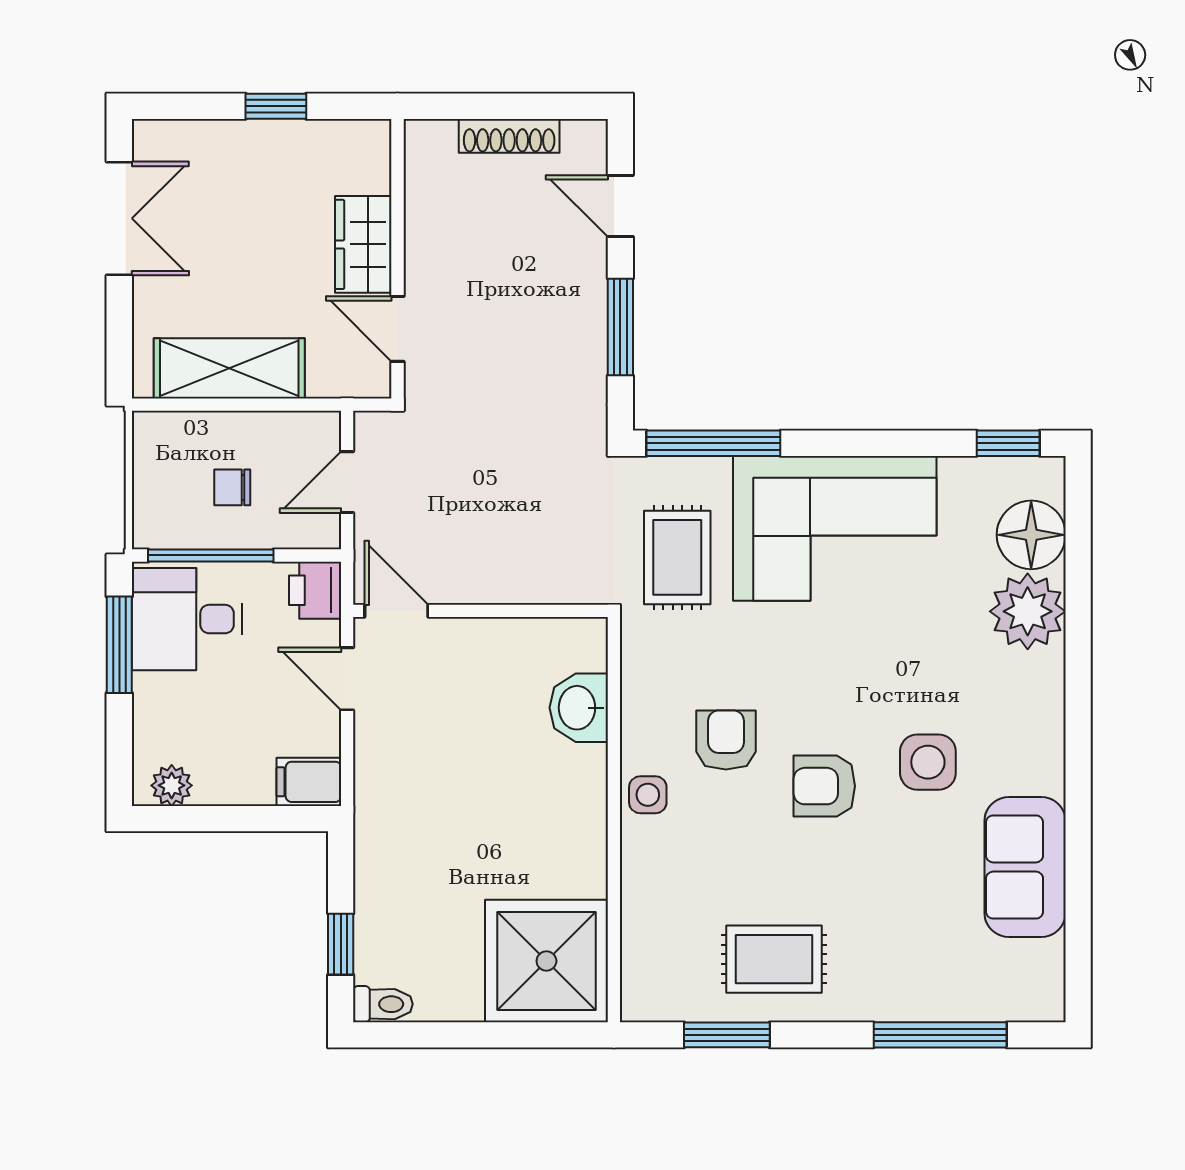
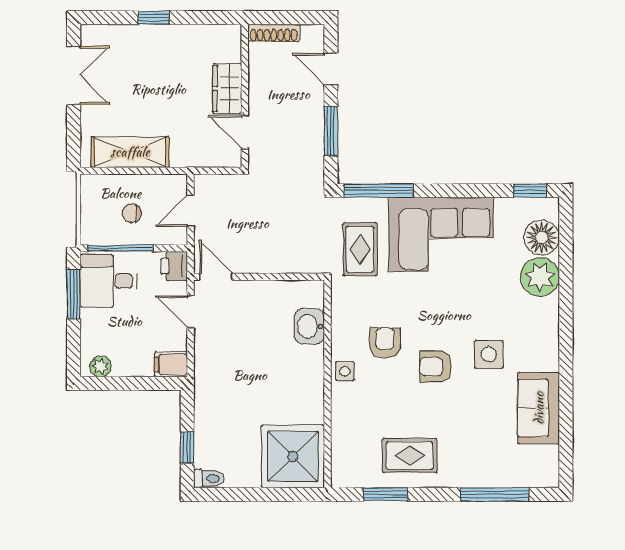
wardrobe: (363, 244) -> (227, 89), moved
wall: (398, 259) -> (245, 96), moved
door: (398, 329) -> (245, 132), moved

